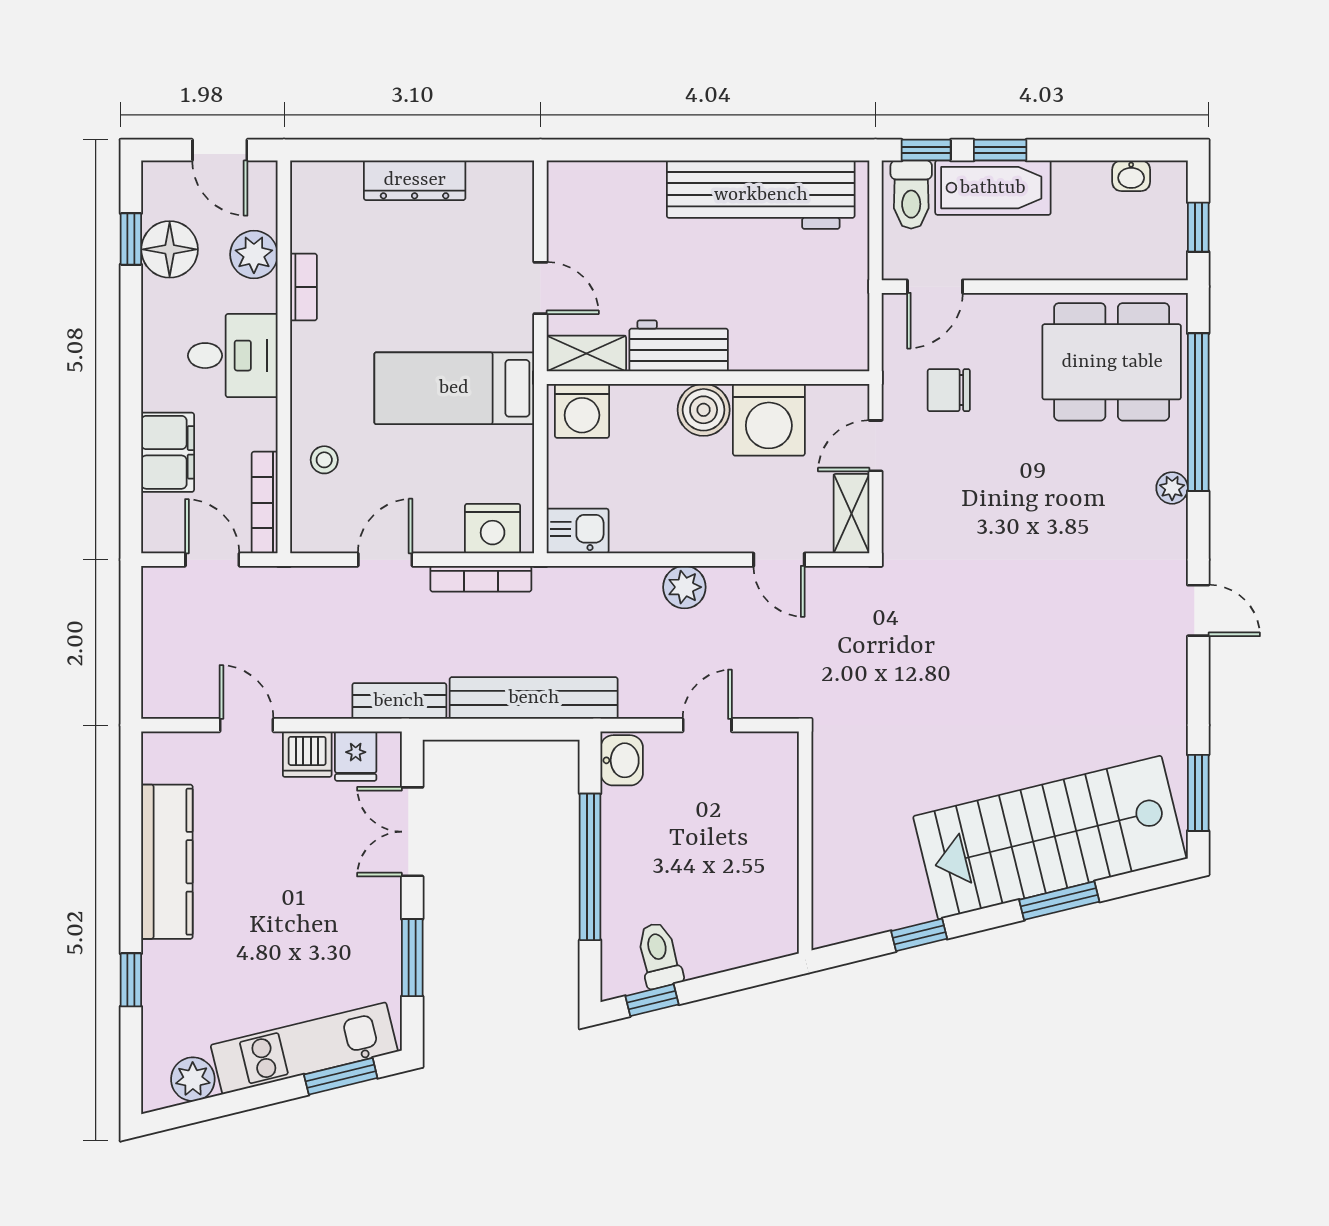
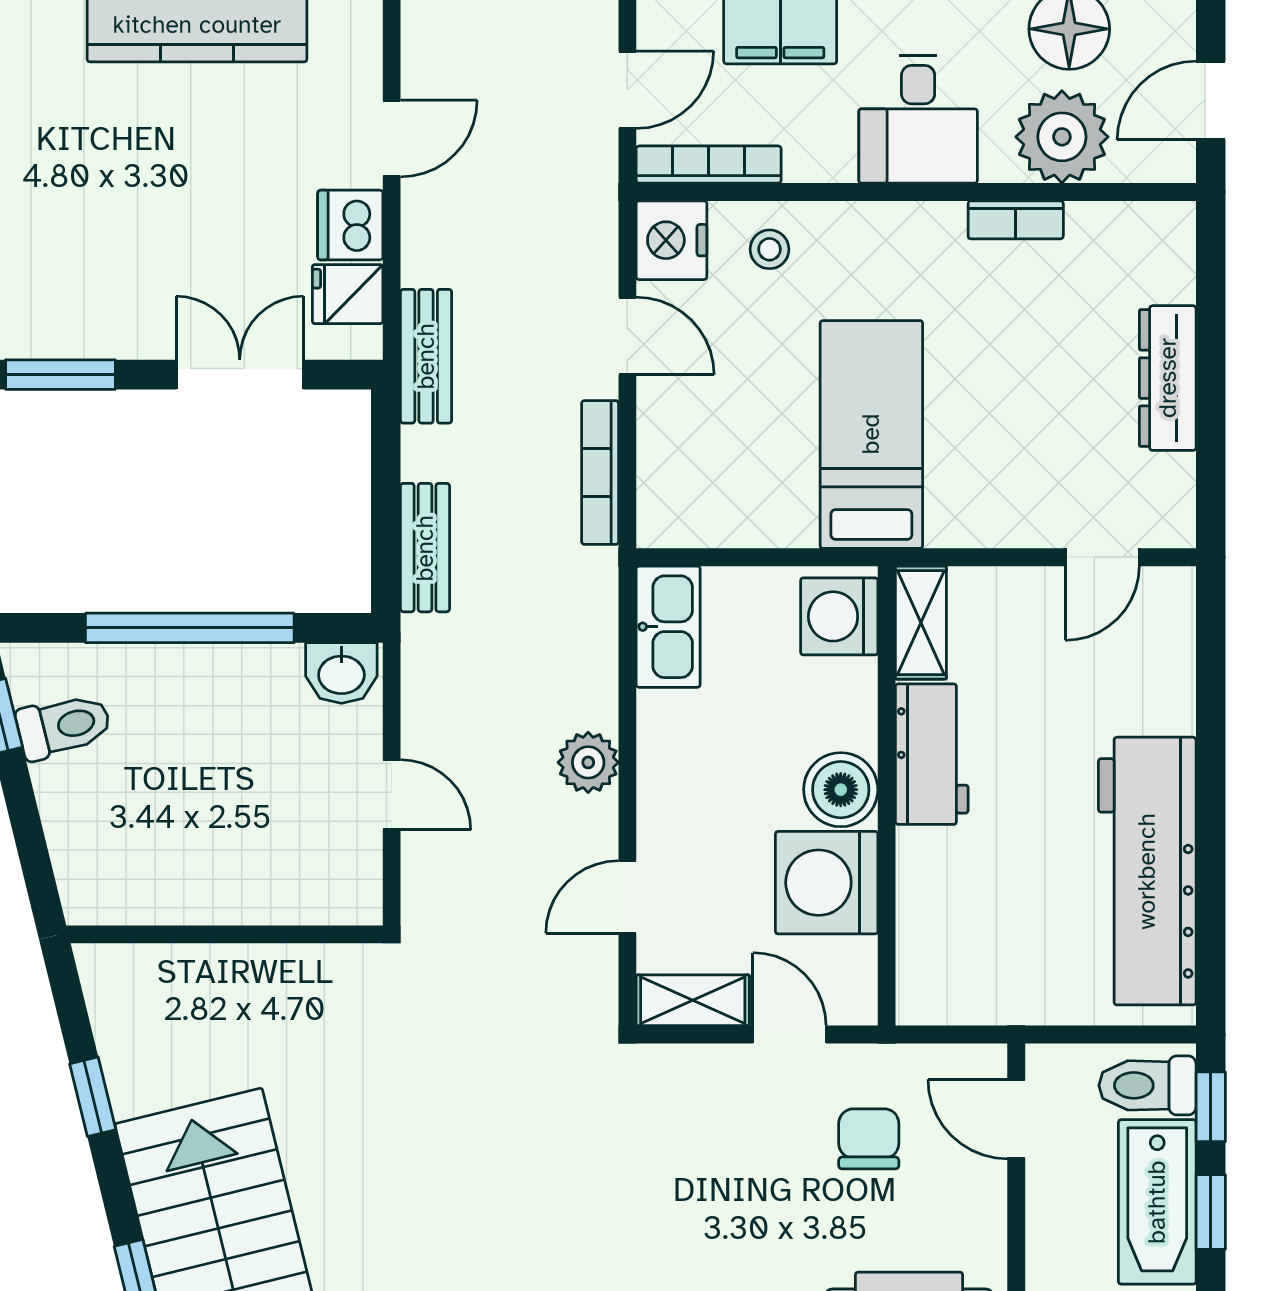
plant: (254, 254) -> (1062, 137), width x1.36, depth x1.36
door: (540, 288) -> (1102, 557), moved
nightstand: (493, 529) -> (672, 240), moved
kitchen sink: (578, 531) -> (668, 627), width x1.38
bench: (534, 698) -> (425, 548), width x0.54, depth x0.82

